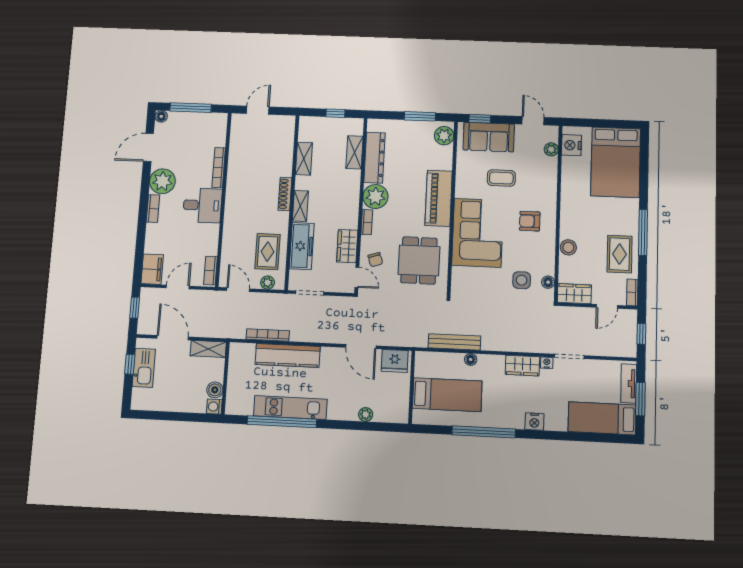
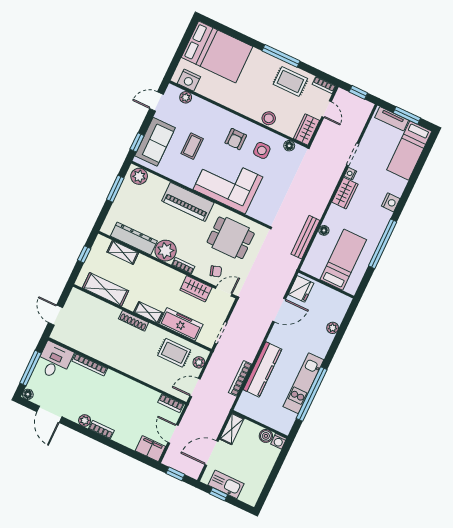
shelving: (304, 159) -> (106, 289), width x1.50, depth x1.33
plant: (162, 181) -> (85, 420), width x0.53, depth x0.53
desk: (202, 205) -> (54, 361), moved
side table: (522, 280) -> (262, 150), moved

